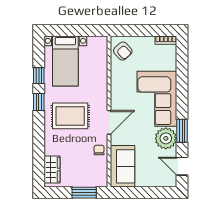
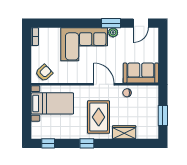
bed with nightstands: (65, 61) -> (52, 103), moved
window: (39, 76) -> (48, 143), moved
plant: (166, 138) -> (113, 32), width x0.53, depth x0.53
wardrobe: (52, 170) -> (124, 132), moved
window: (84, 193) -> (163, 115), moved

